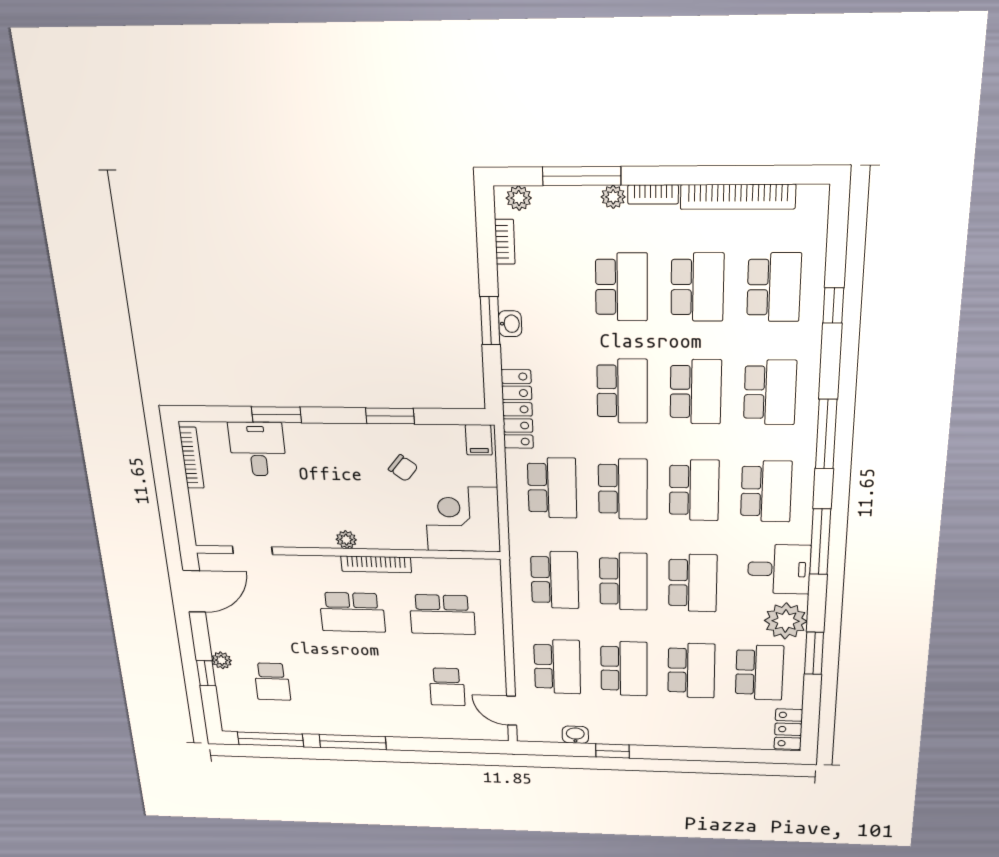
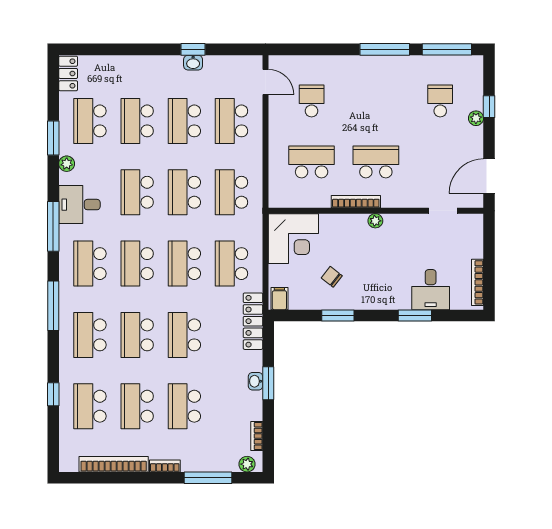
plant: (613, 197) -> (189, 465), removed
plant: (786, 621) -> (67, 164), width x0.53, depth x0.53
washbasin: (575, 735) -> (193, 63), moved

